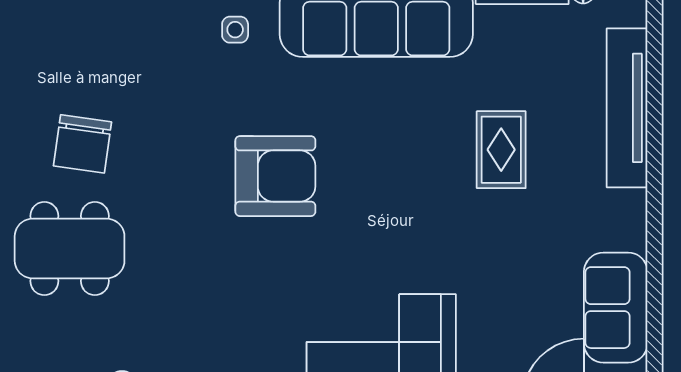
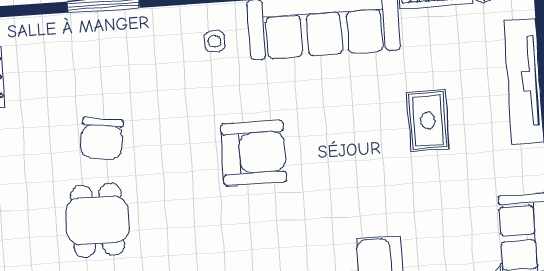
dining table: (70, 249) -> (97, 220), width x0.73

